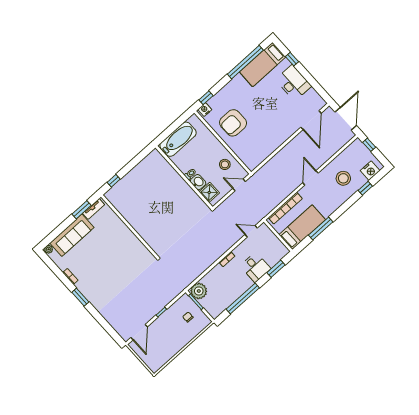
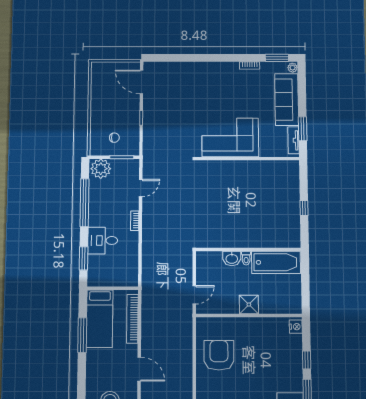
window: (206, 98) -> (307, 360), moved
armchair: (233, 123) -> (219, 355), moved
bathtub: (178, 139) -> (276, 262), moved, turned -90
stool: (225, 164) -> (226, 299), removed
window: (114, 181) -> (304, 208), moved
shower: (209, 192) -> (249, 305), moved
door: (251, 231) -> (141, 188), moved
corner sofa: (126, 248) -> (230, 137), added
plant: (199, 291) -> (101, 169), moved
window: (80, 297) -> (277, 58), moved

